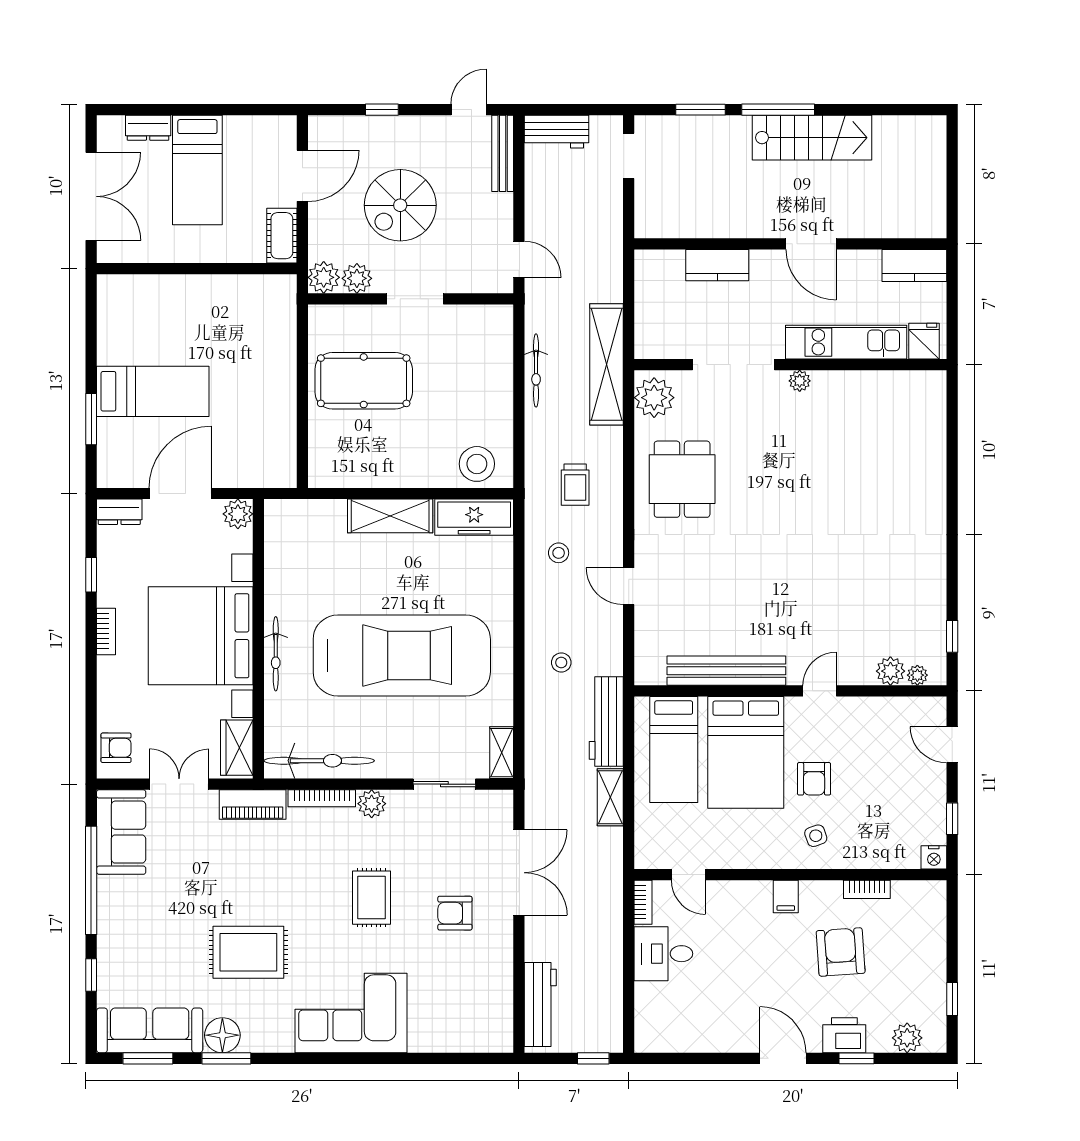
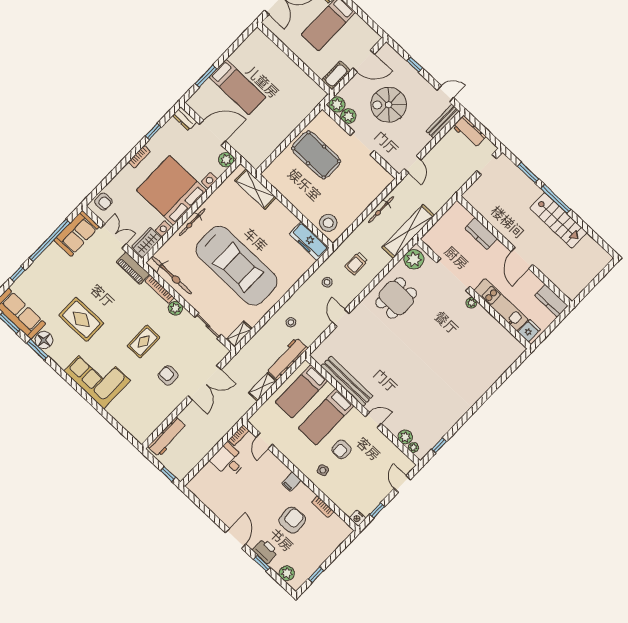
shelving: (390, 516) -> (255, 189), moved
bed: (746, 752) -> (326, 417), width x0.67

